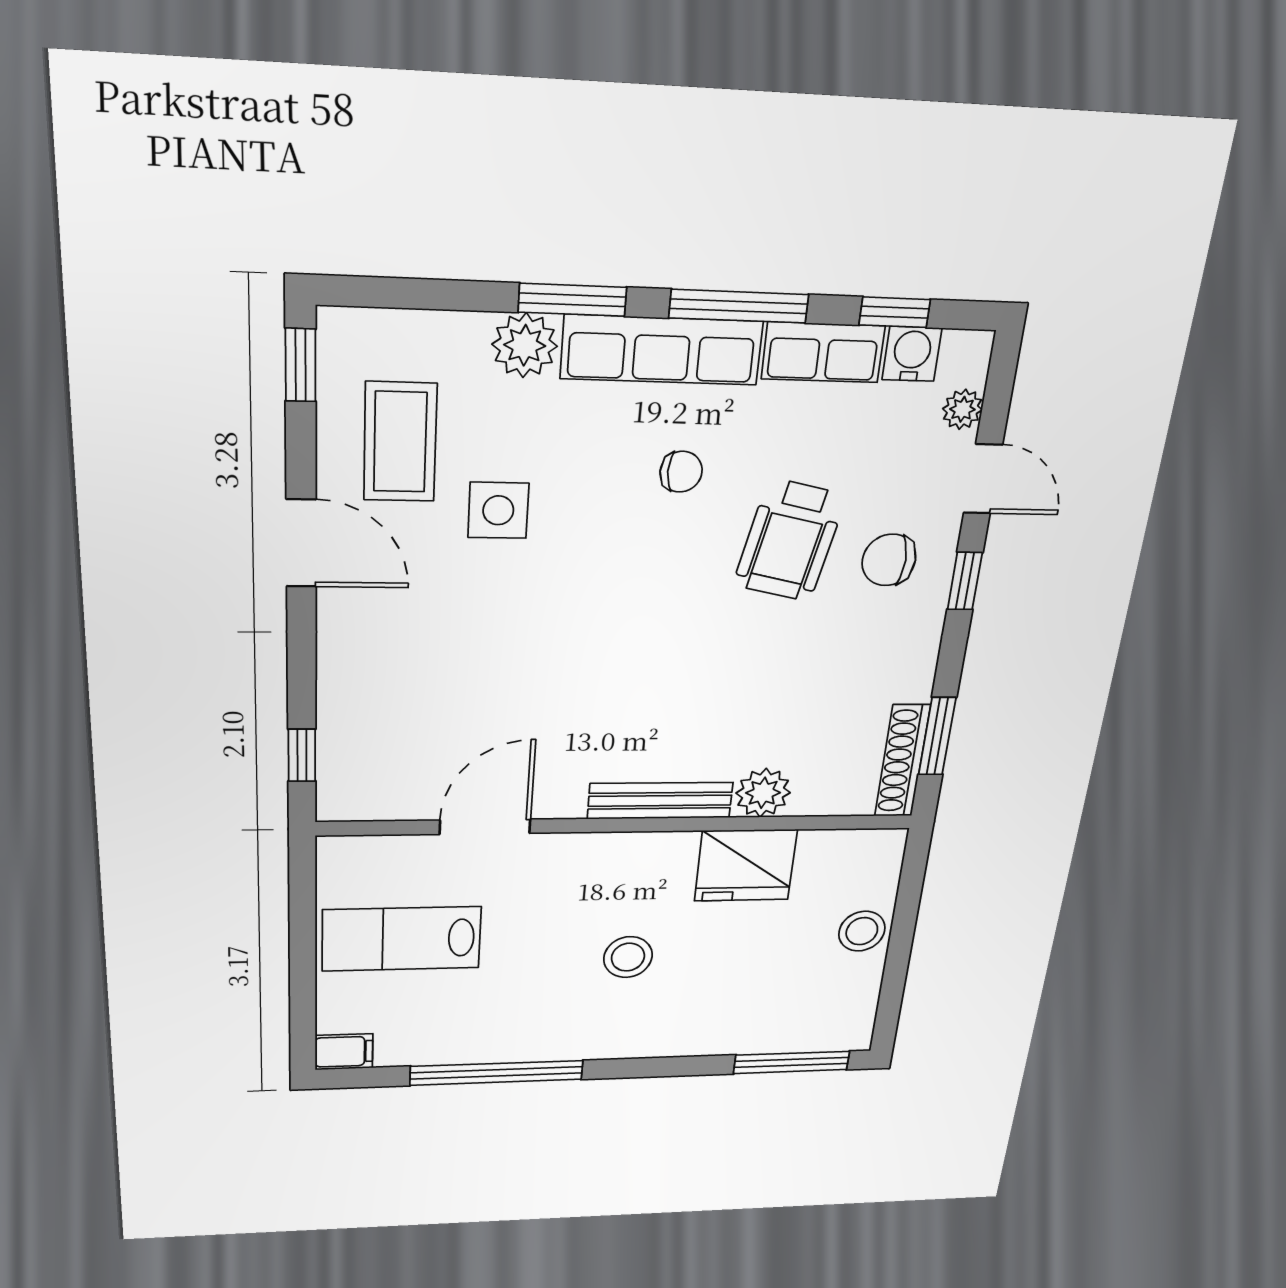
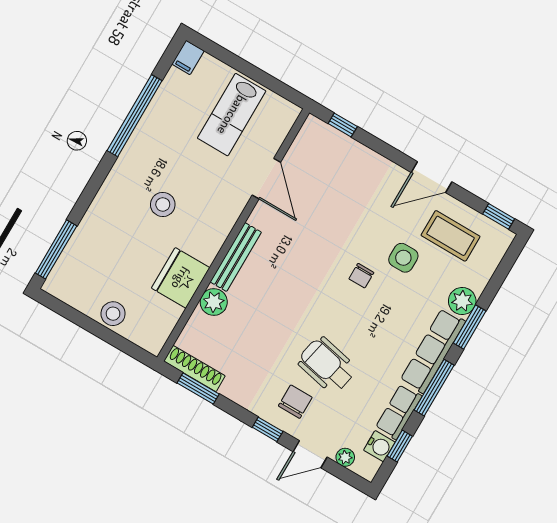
chair: (681, 472) -> (361, 276), moved
lab bench: (402, 939) -> (232, 115), turned 180

